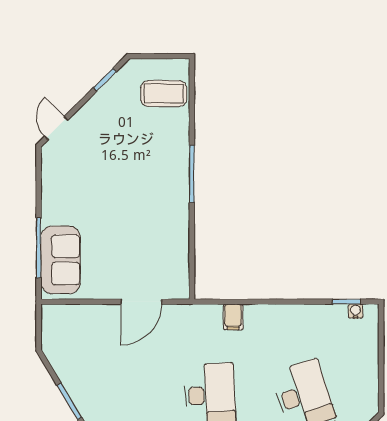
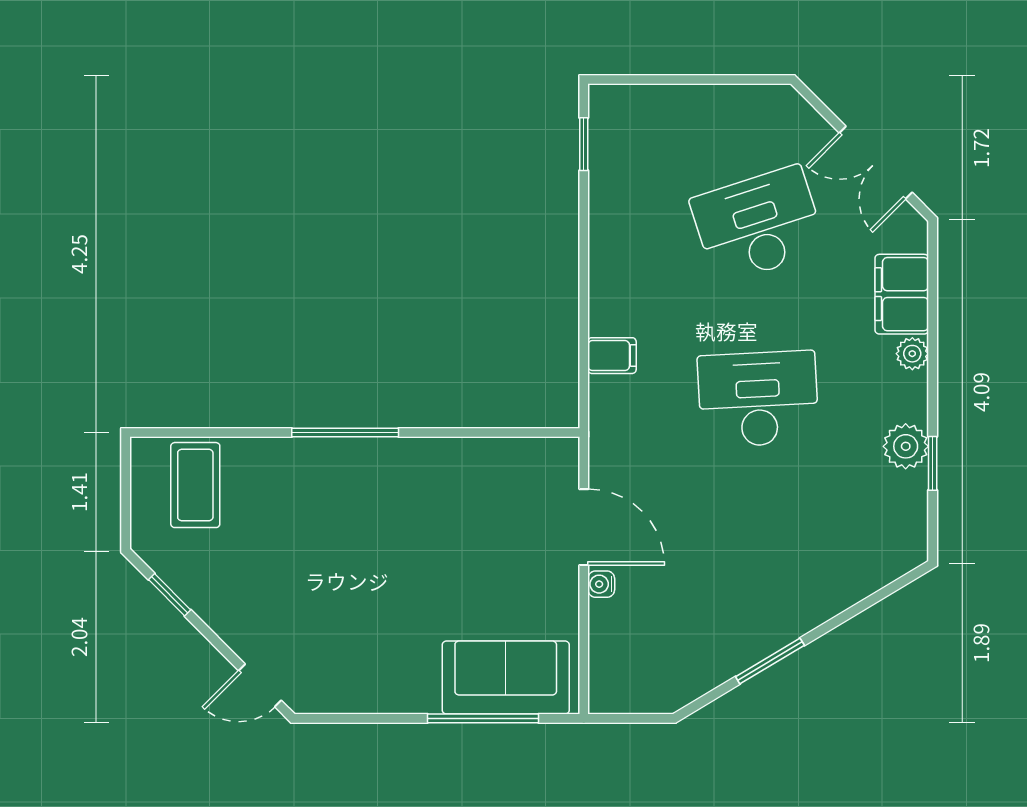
water cooler: (356, 311) -> (601, 584), moved

